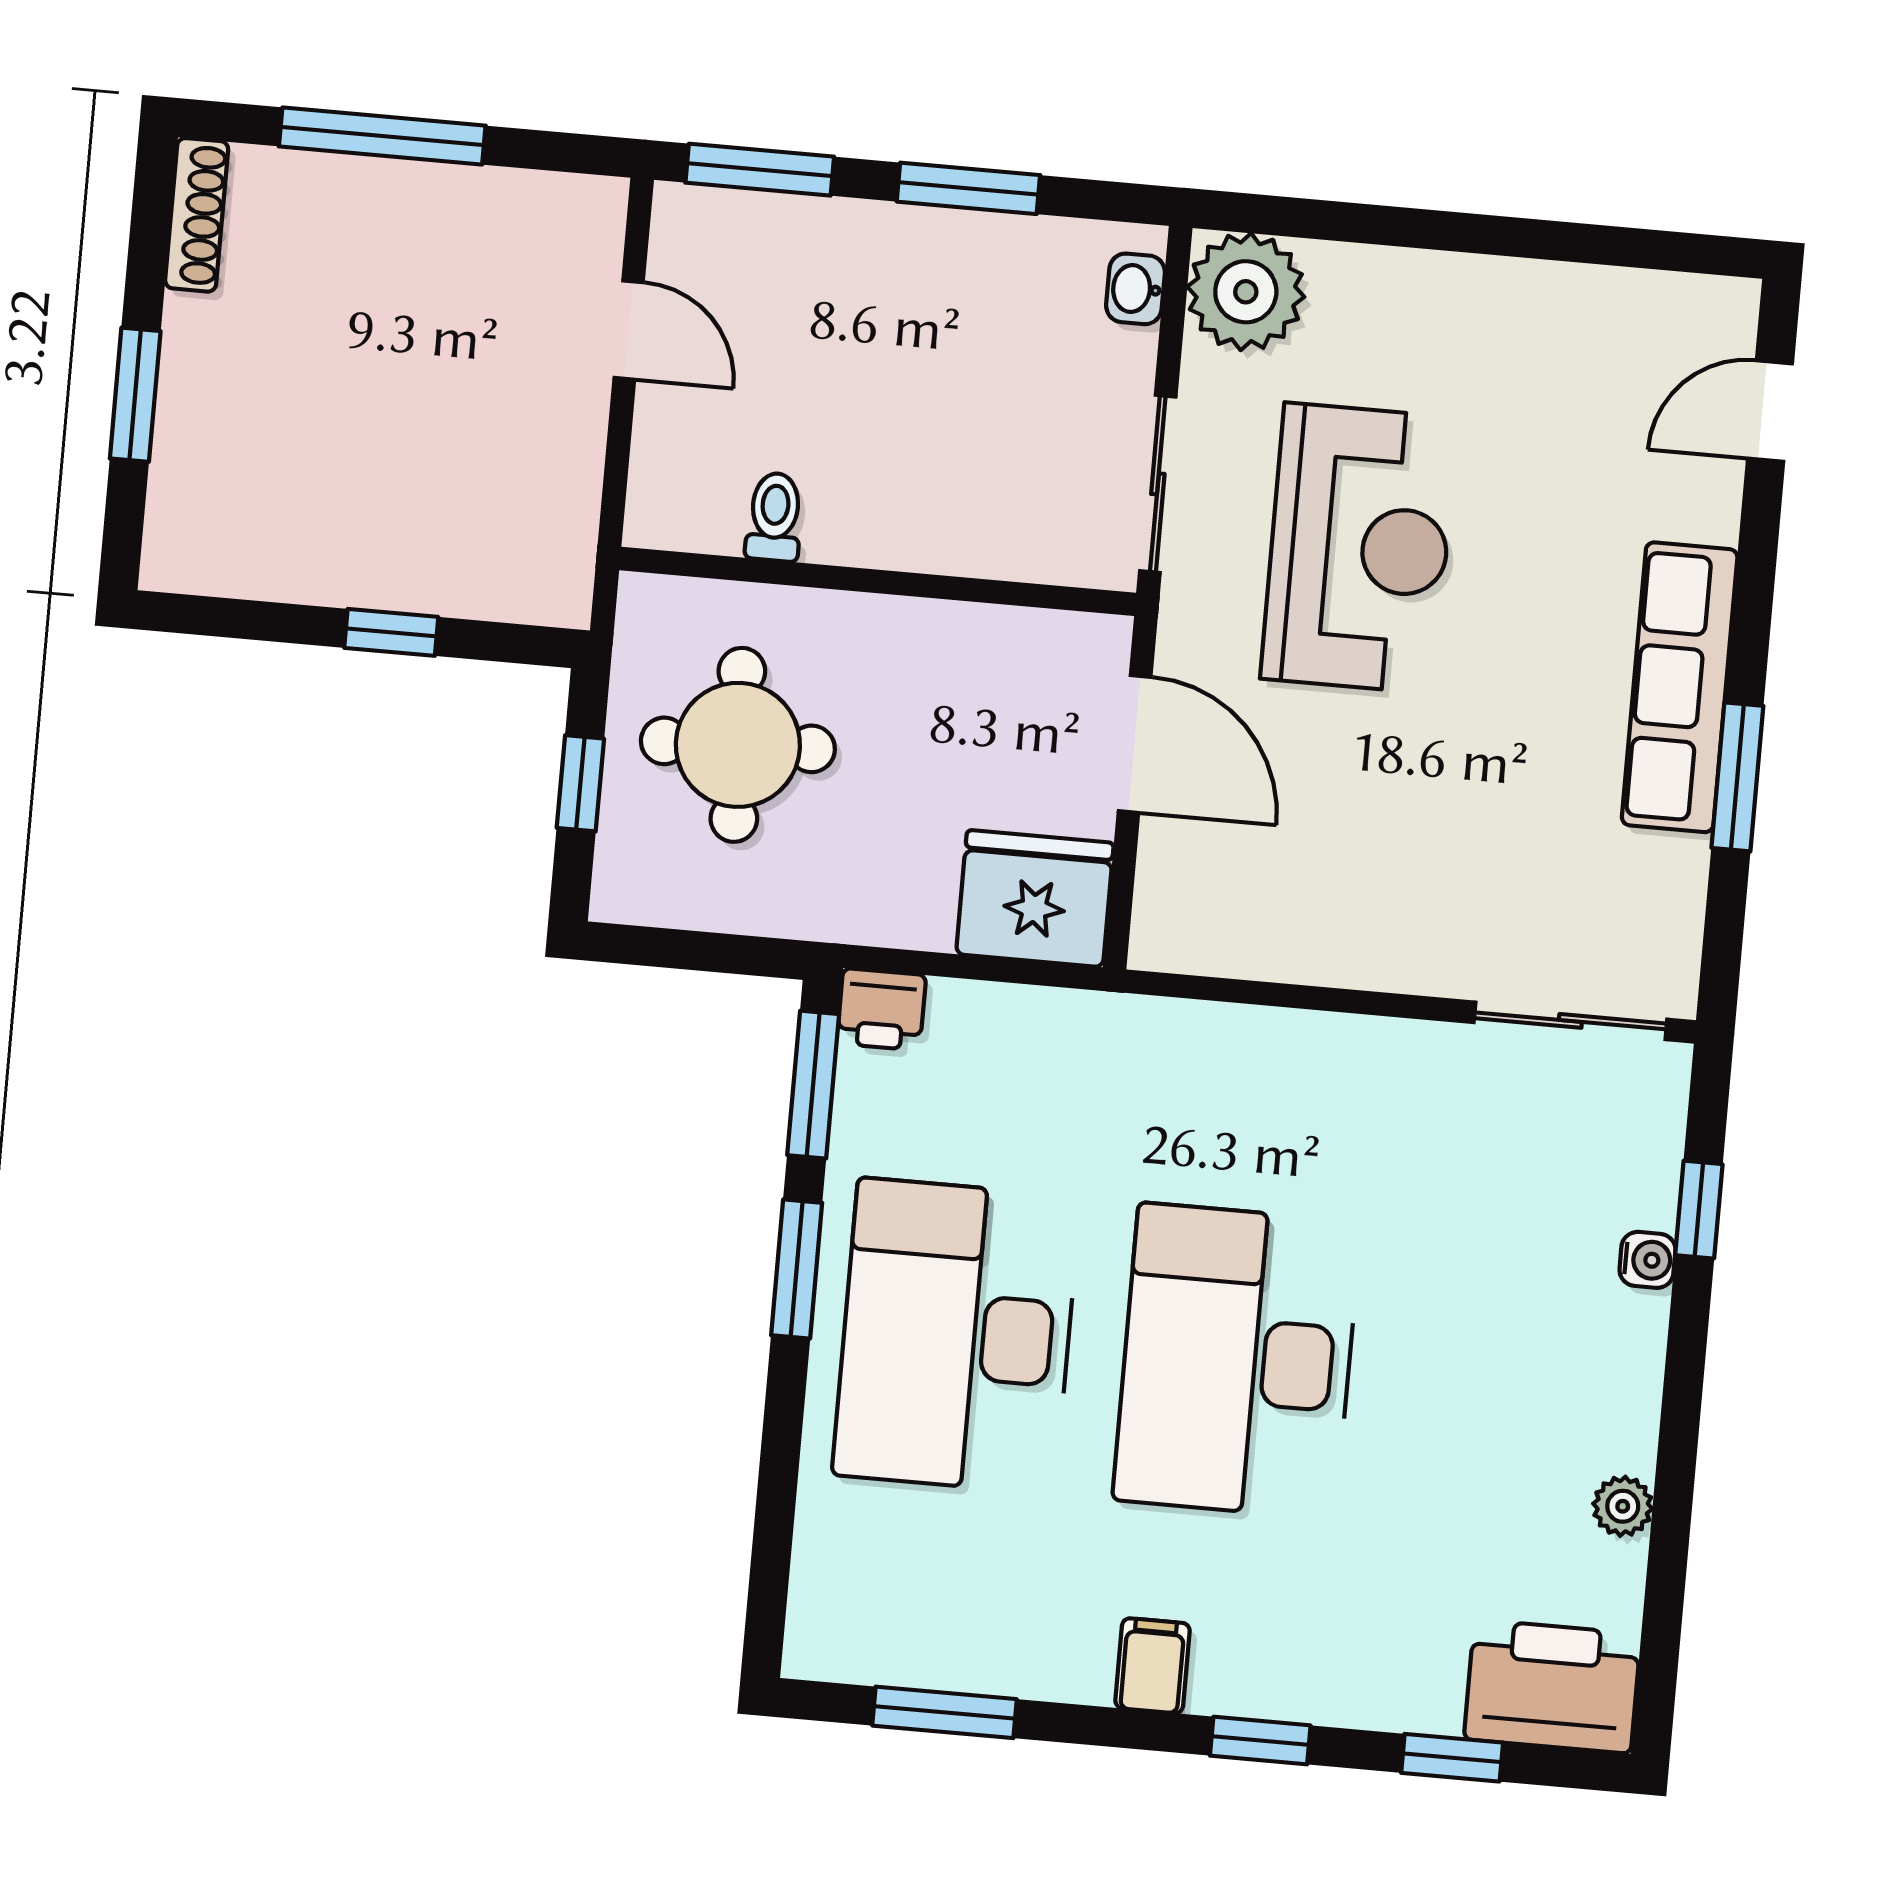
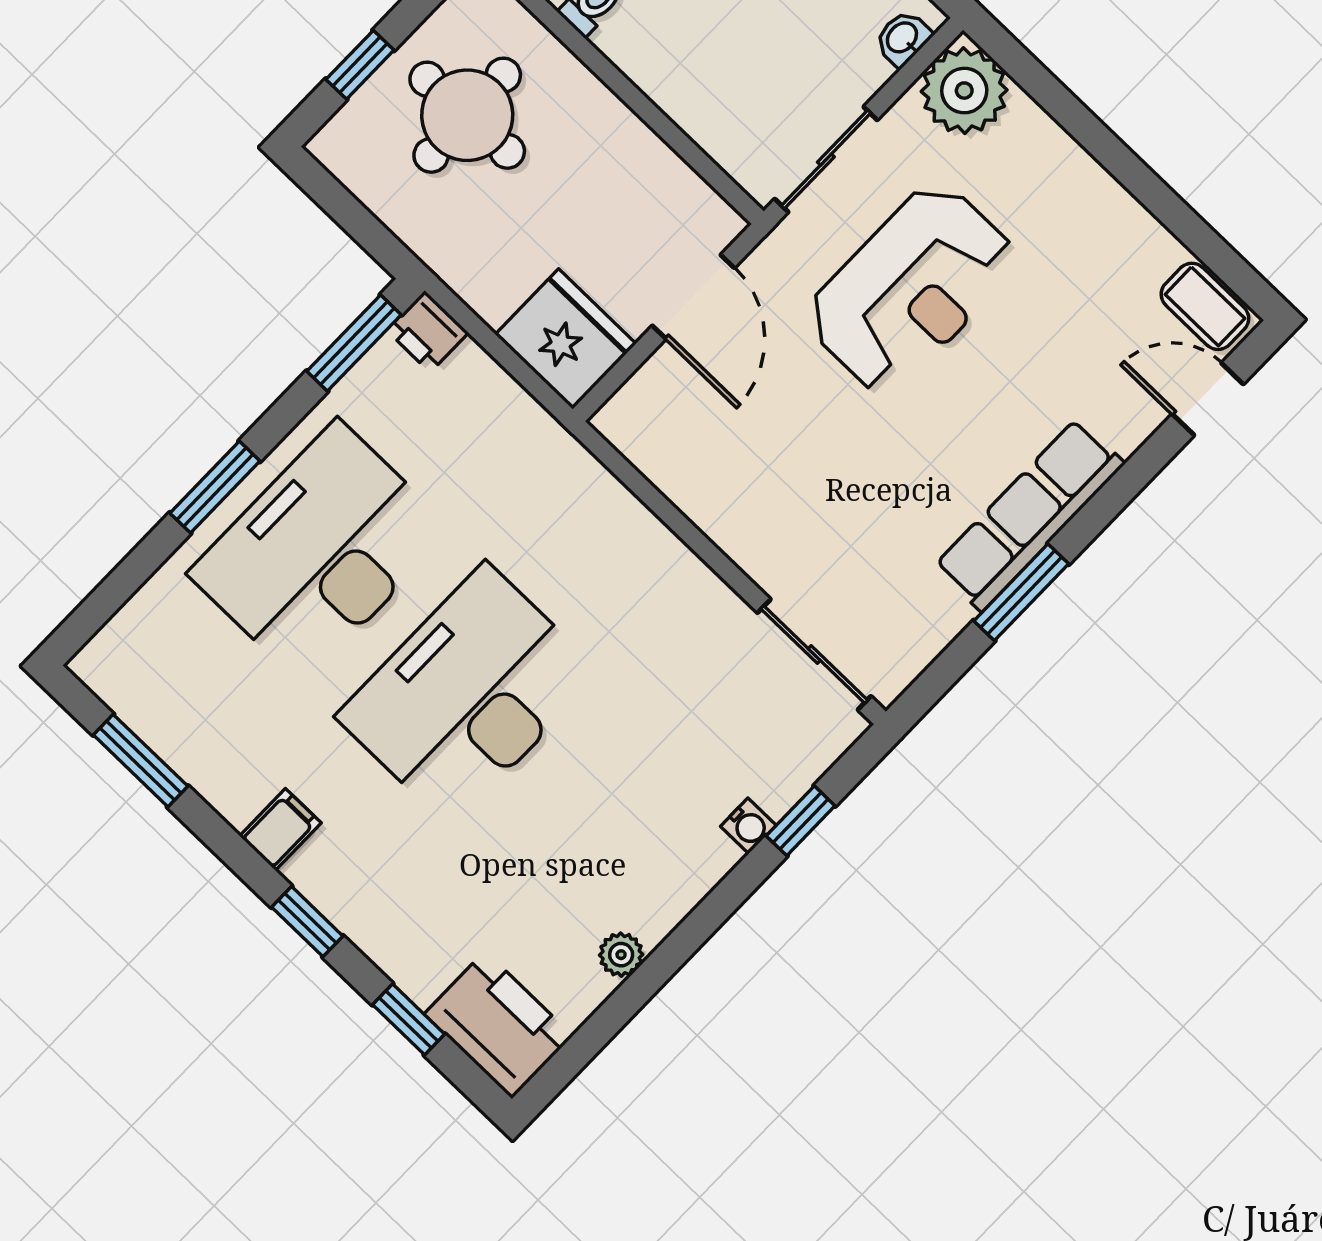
coffee table: (1687, 315) -> (1205, 306), added
window: (797, 1269) -> (215, 487), moved

